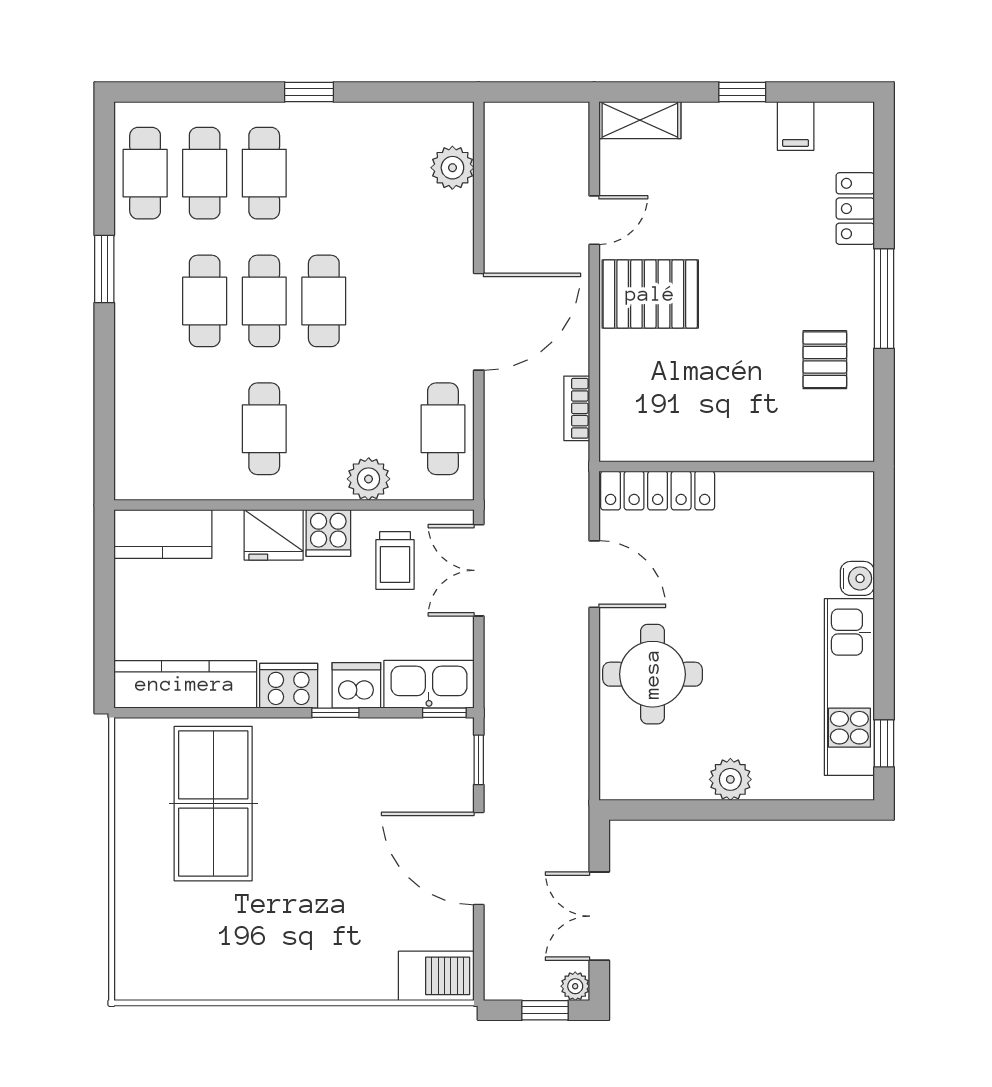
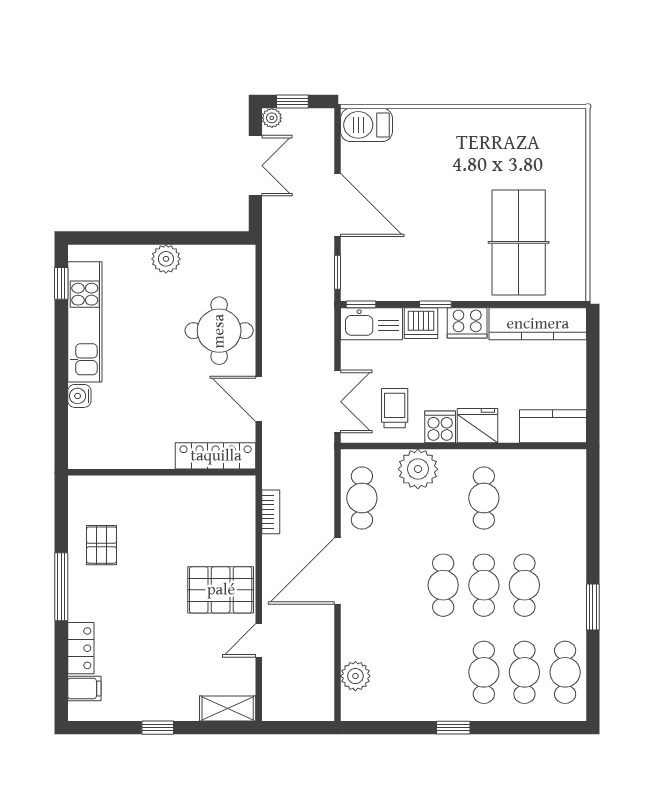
filing cabinet: (796, 126) -> (84, 689), moved, turned 90
plant: (369, 479) -> (418, 469), width x1.36, depth x1.36

